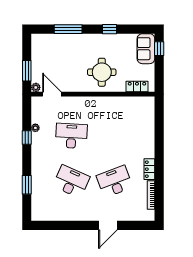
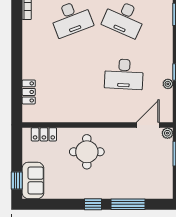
window: (109, 29) -> (93, 204), moved
door: (52, 94) -> (148, 125), swing flipped
locker: (149, 169) -> (29, 92), moved

